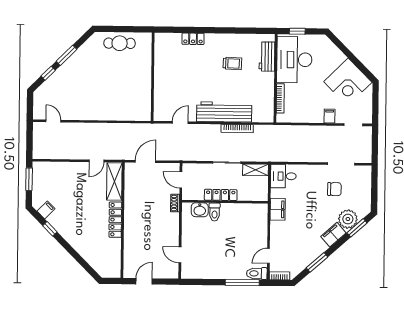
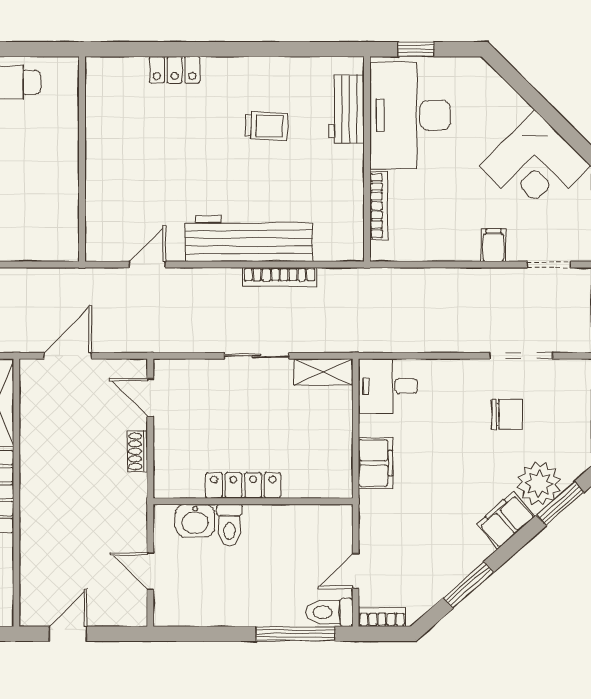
locker: (221, 195) -> (243, 485), moved
wall: (225, 202) -> (253, 501), moved
washbasin: (200, 210) -> (195, 520), moved
toilet: (215, 212) -> (229, 525), moved

